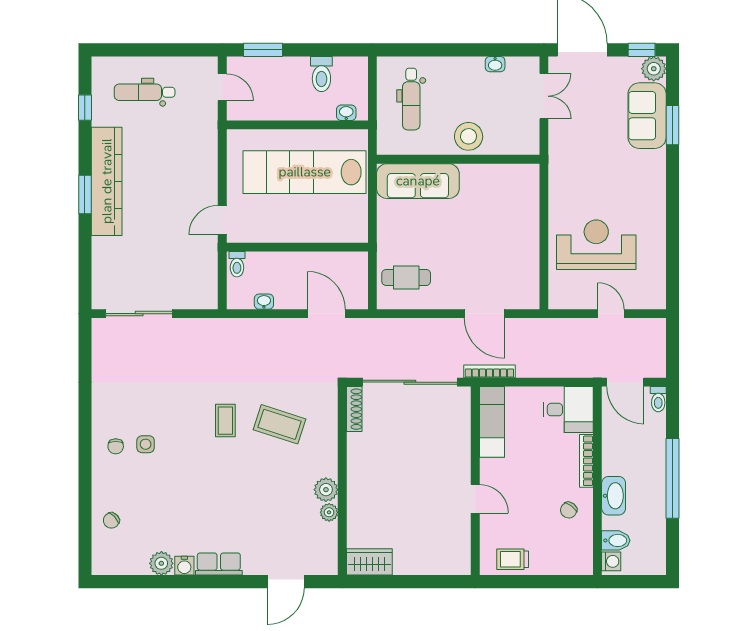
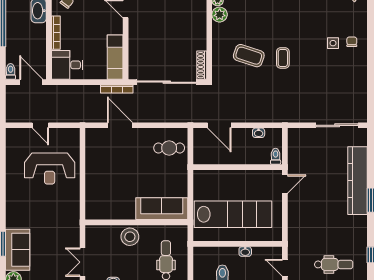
washbasin: (346, 113) -> (245, 252), moved
kitchen counter: (107, 181) -> (358, 181), moved

